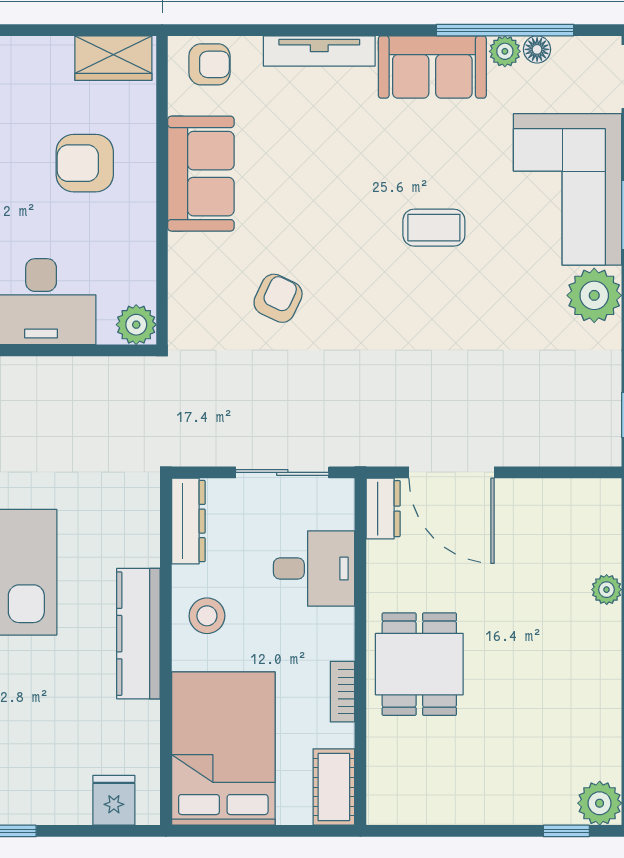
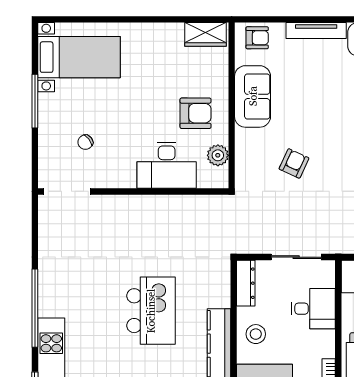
armchair: (85, 163) -> (196, 113), moved, turned 180
plant: (136, 325) -> (218, 155), moved

